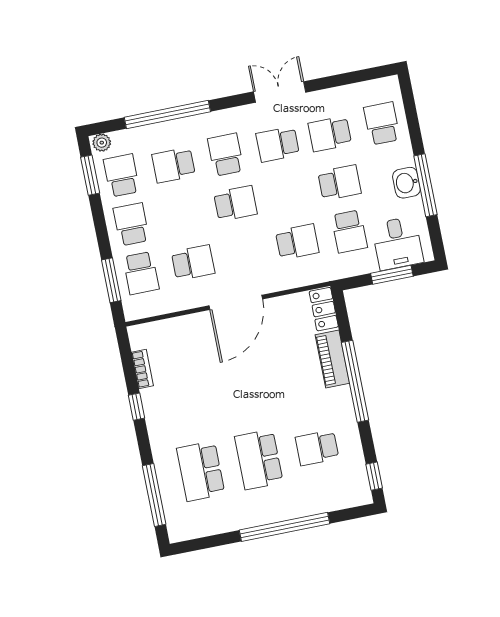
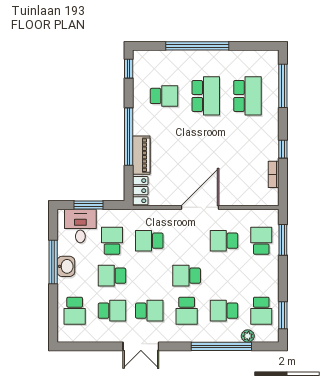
plant: (102, 143) -> (248, 336), moved
school desk: (174, 165) -> (224, 311), turned 180
school desk: (131, 224) -> (261, 276), removed

